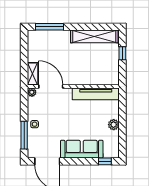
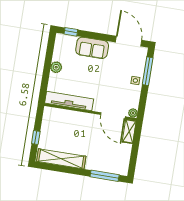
sofa: (82, 149) -> (92, 48), width x0.73

